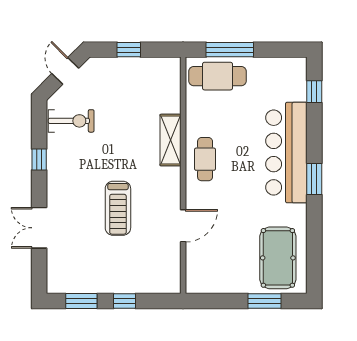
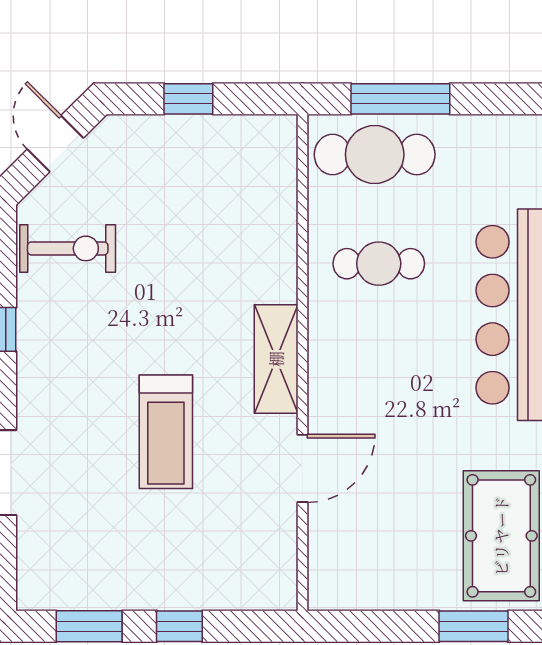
shelving: (170, 140) -> (276, 359), moved
cafe table: (205, 159) -> (379, 264), moved, turned 90

